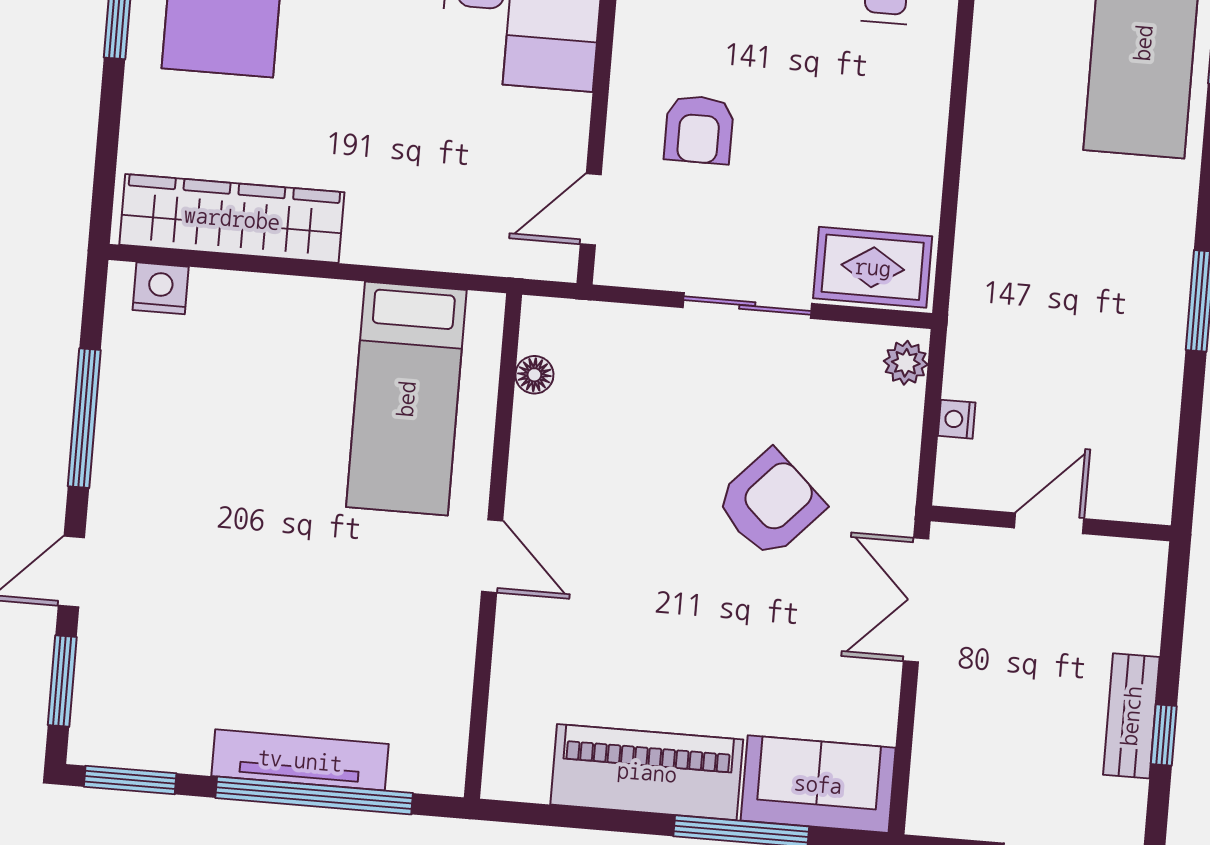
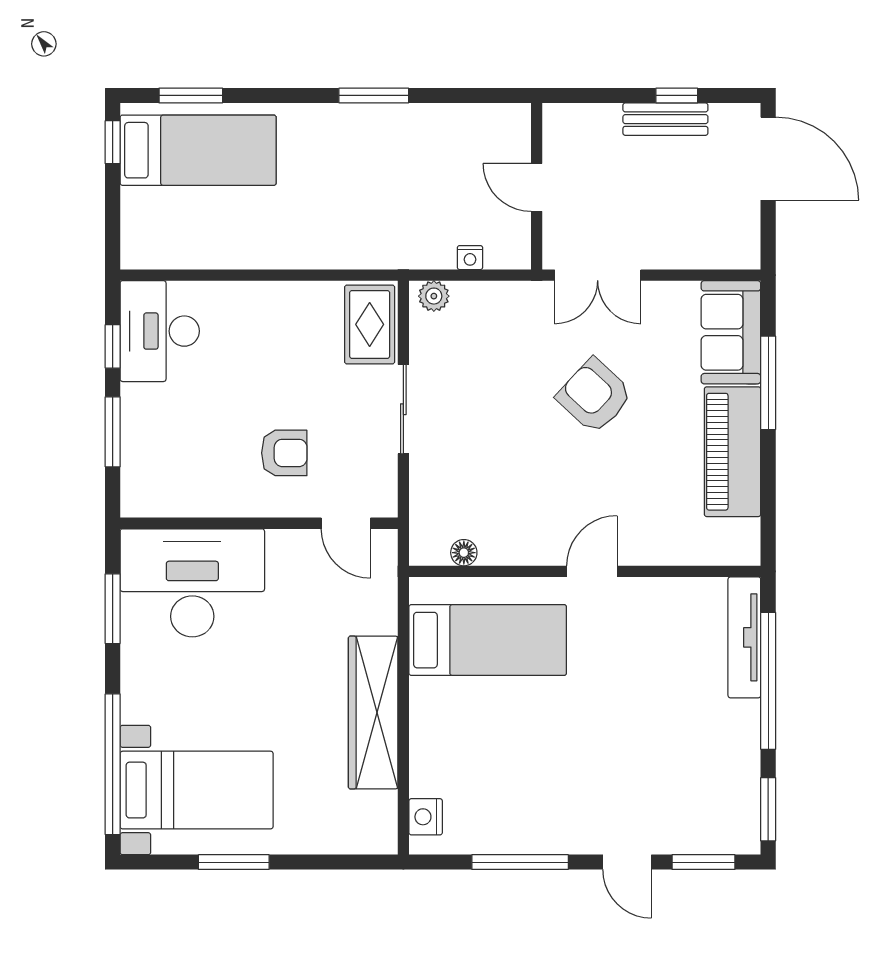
wardrobe: (232, 218) -> (373, 713), moved
armchair: (770, 504) -> (594, 396), moved
tv unit: (300, 760) -> (744, 637), moved

